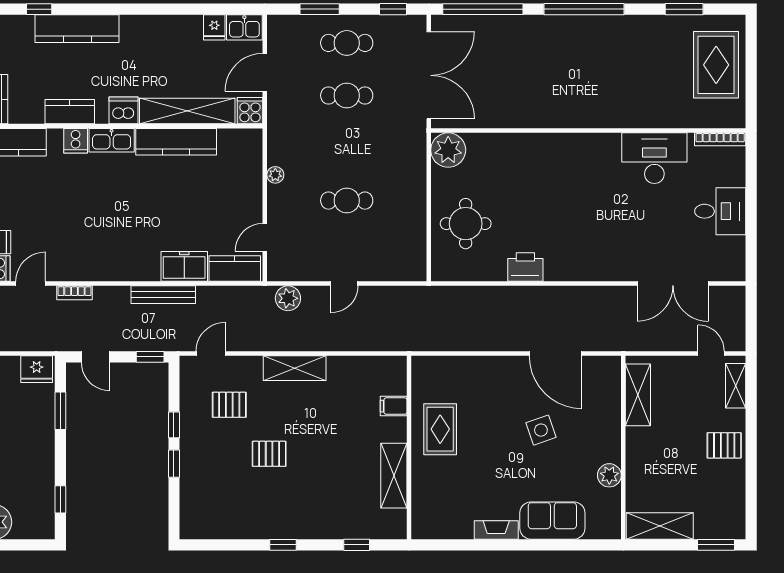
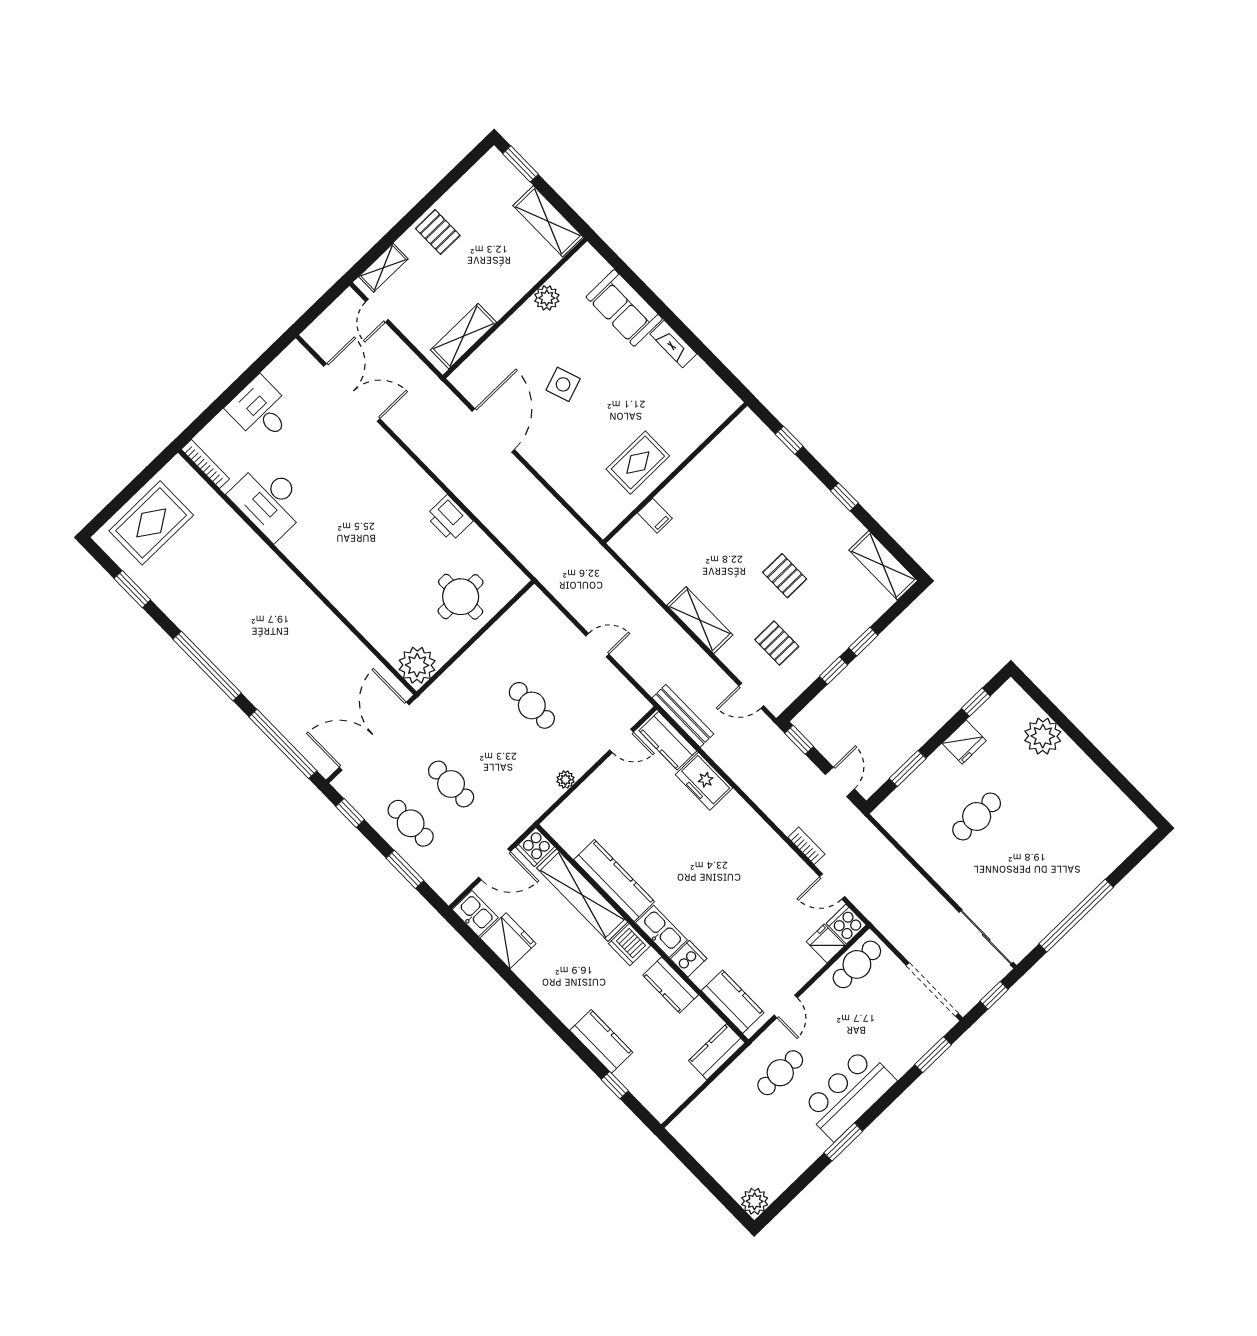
fridge: (214, 27) -> (508, 941), width x1.88, depth x1.34
kitchen counter: (77, 29) -> (601, 1041), width x0.67
bench: (163, 295) -> (683, 716), moved
plant: (288, 298) -> (651, 678), removed
fridge: (37, 369) -> (964, 742), moved, turned 90
shelving: (394, 476) -> (883, 565), moved, turned 90

